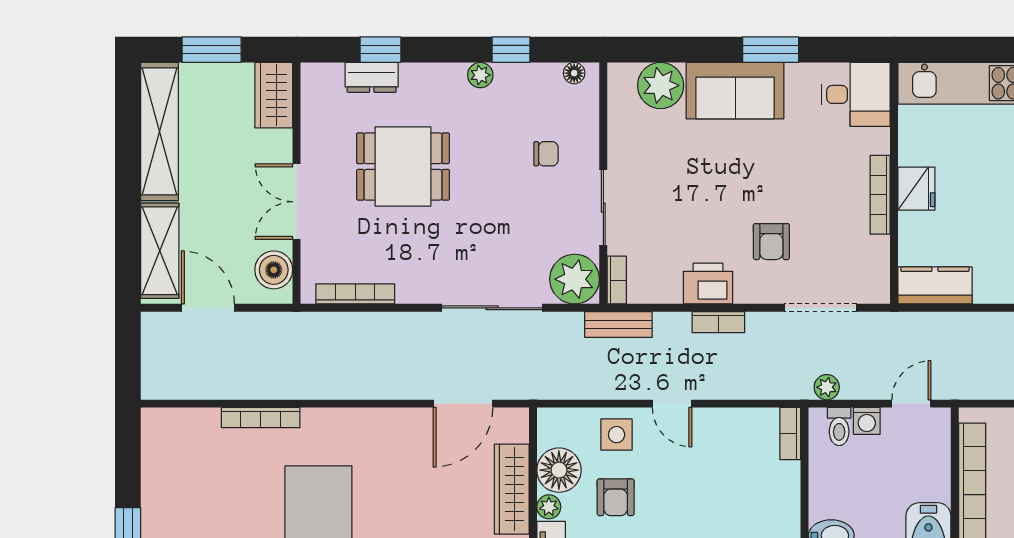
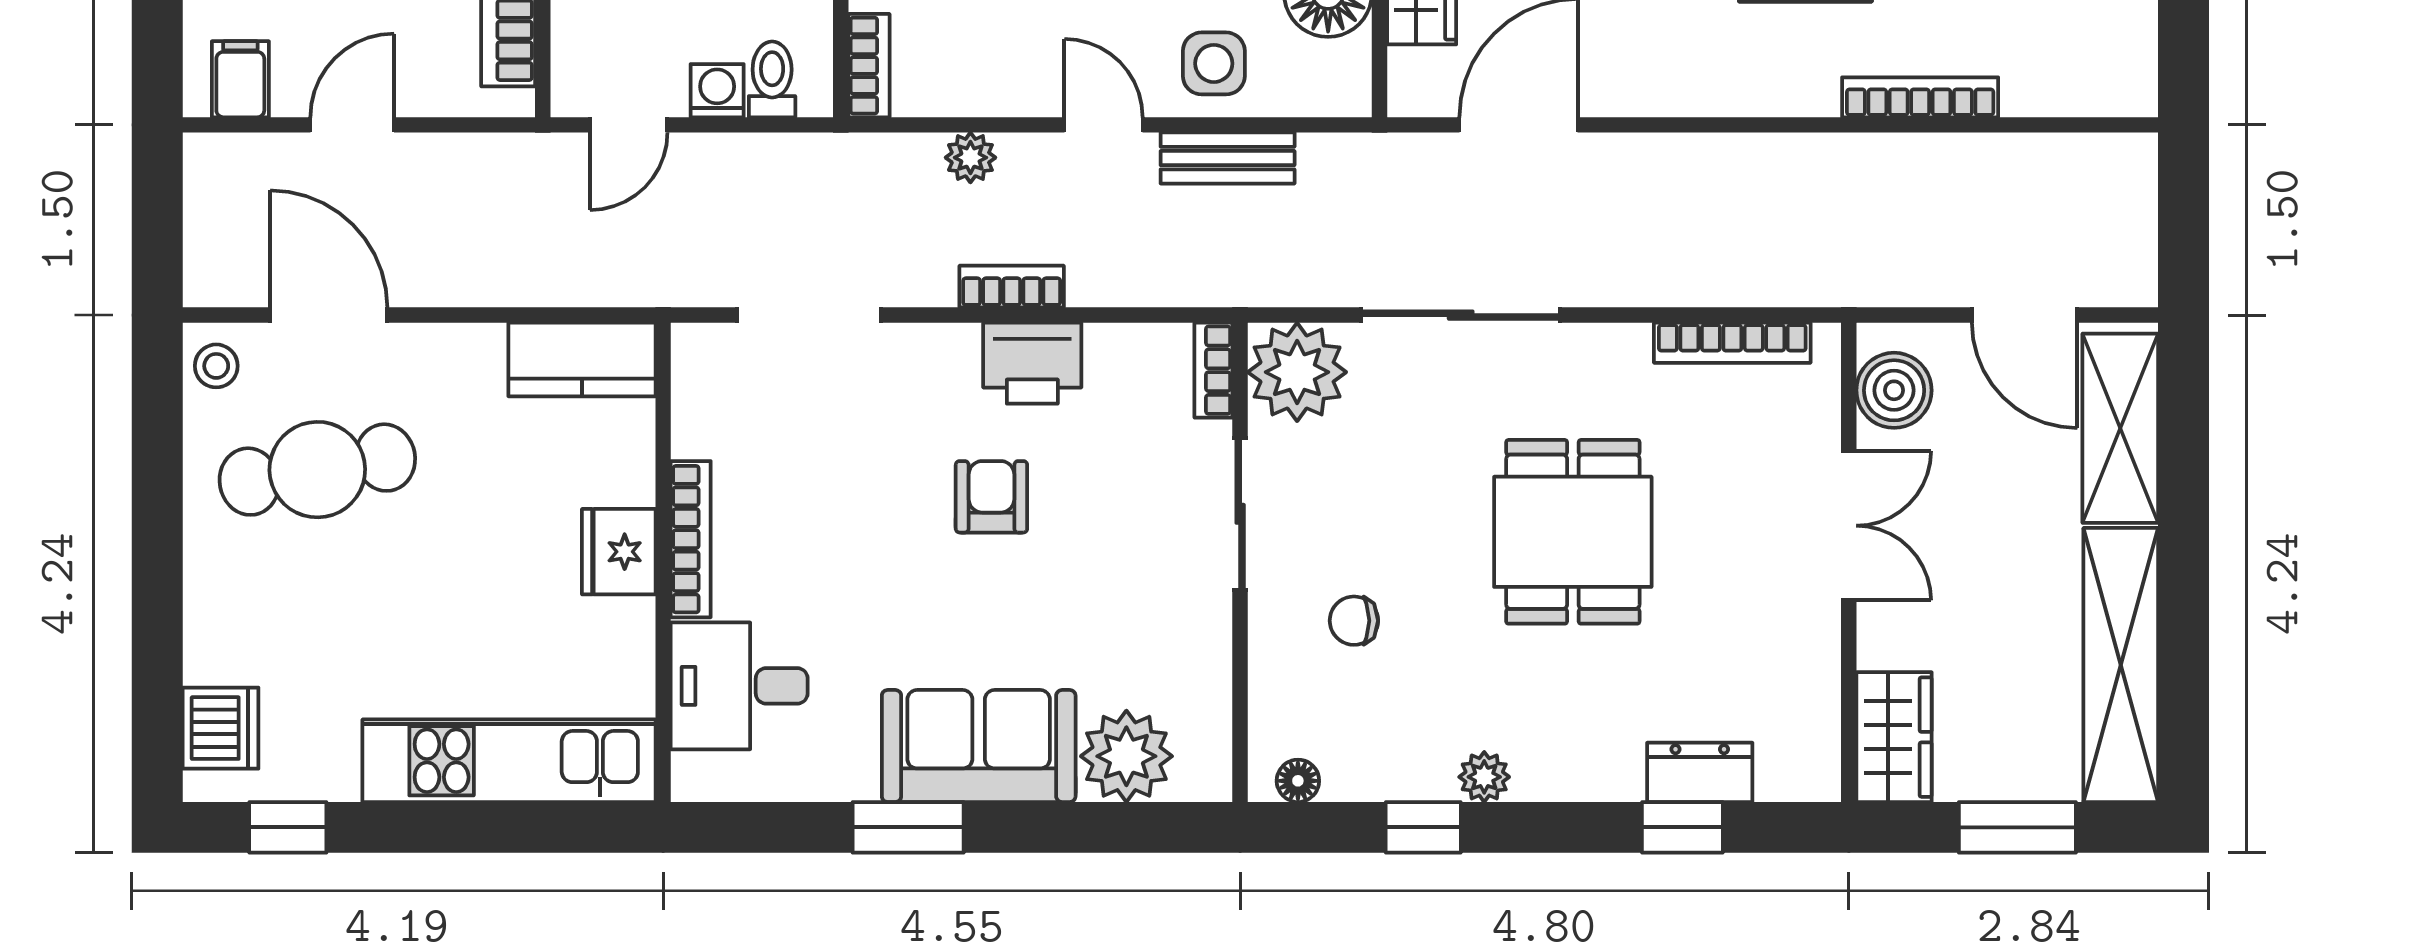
desk: (856, 94) -> (739, 686), moved
dining table: (403, 167) -> (1573, 532), moved, turned 90
armchair: (771, 242) -> (991, 497), moved
bench: (618, 325) -> (1228, 158), moved
plant: (827, 387) -> (970, 158), moved

